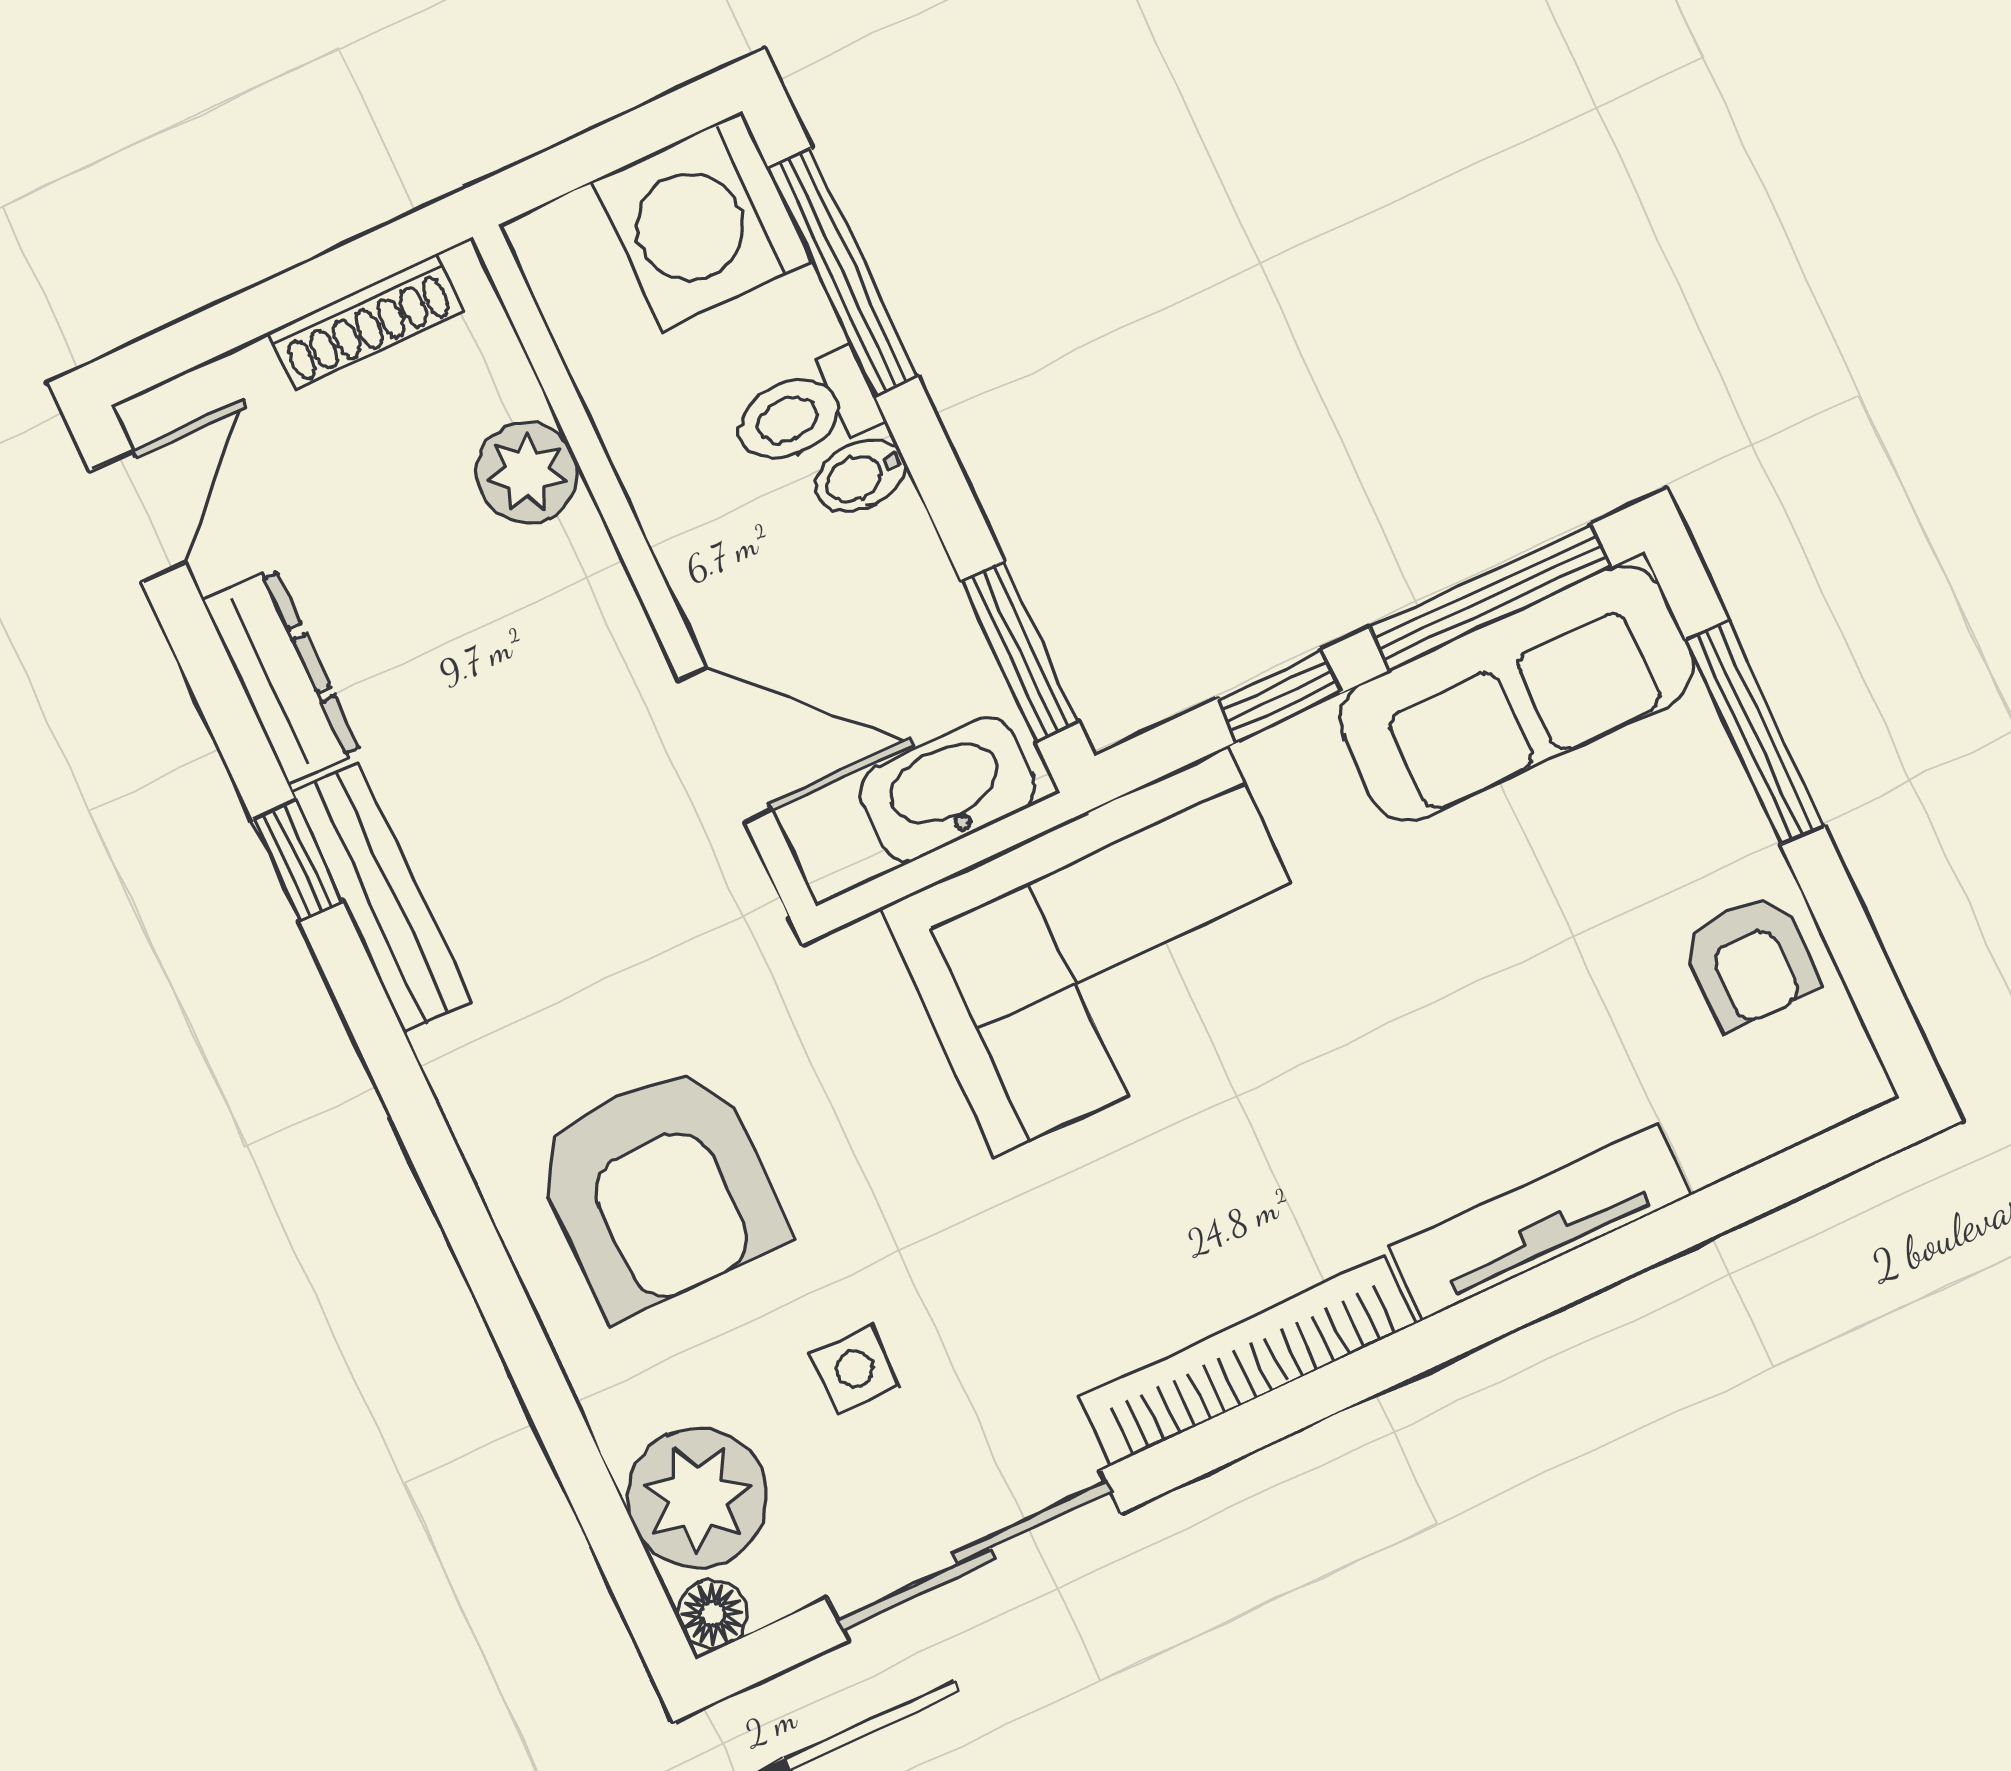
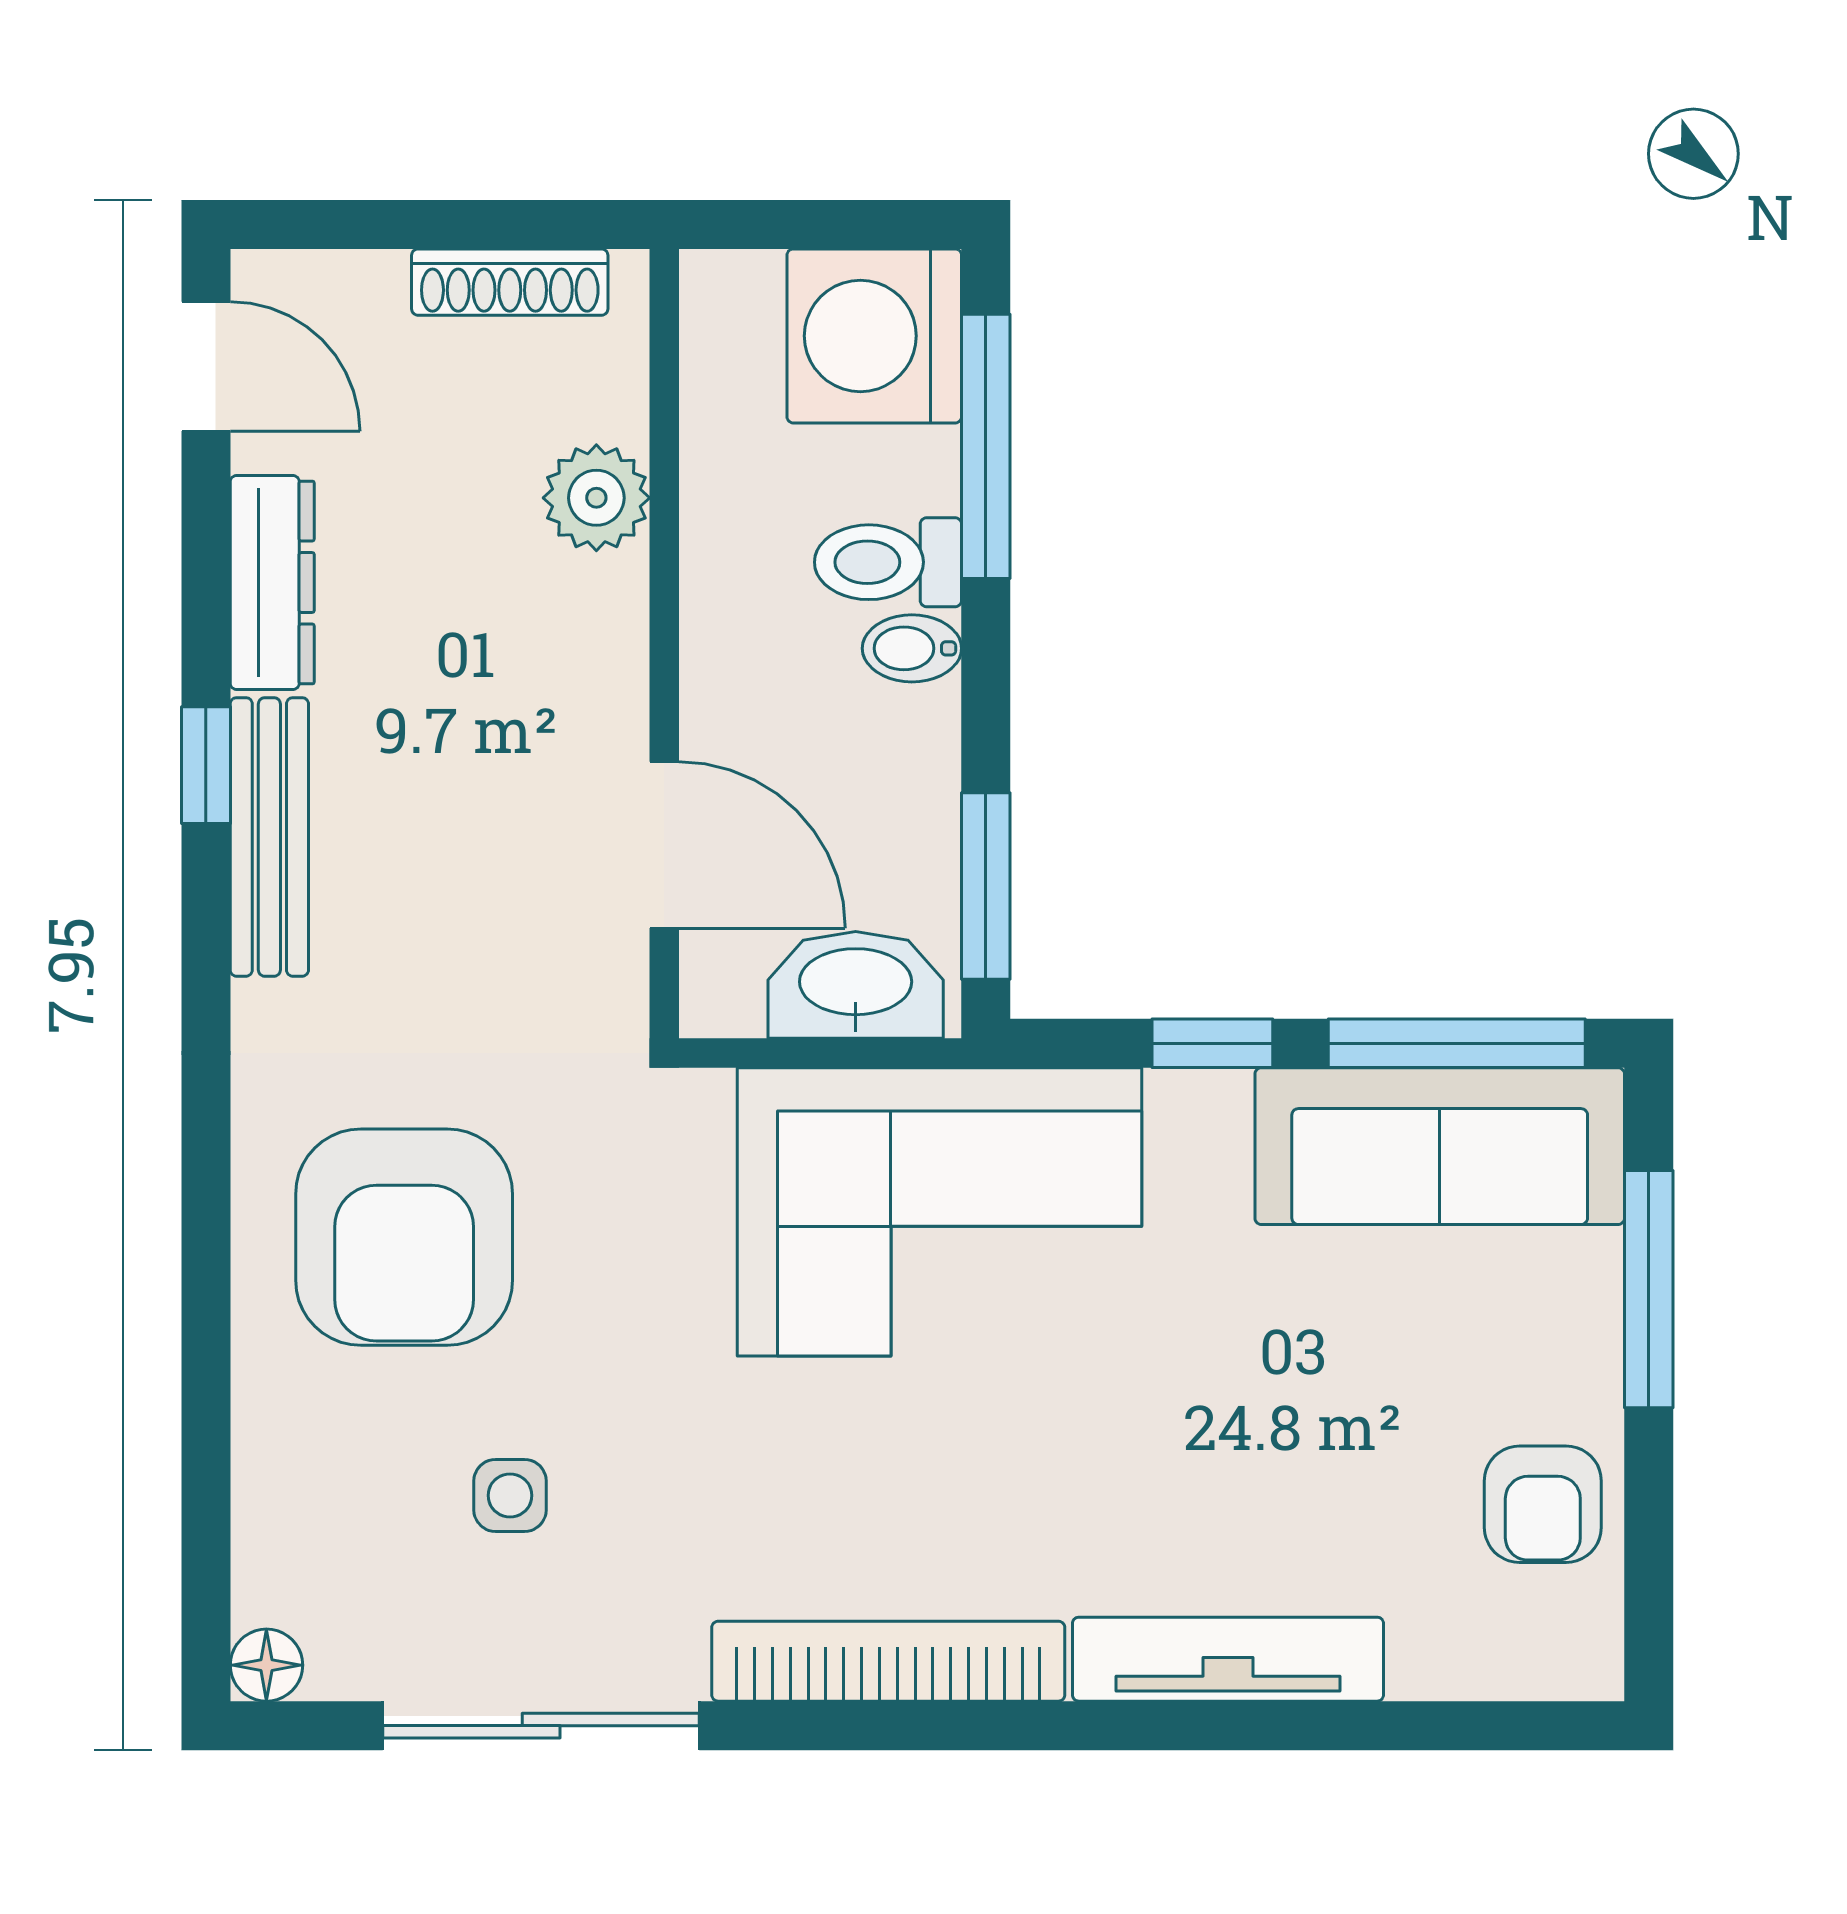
door: (137, 517) -> (206, 366), hinge flipped
plant: (697, 1498) -> (303, 1548), removed

